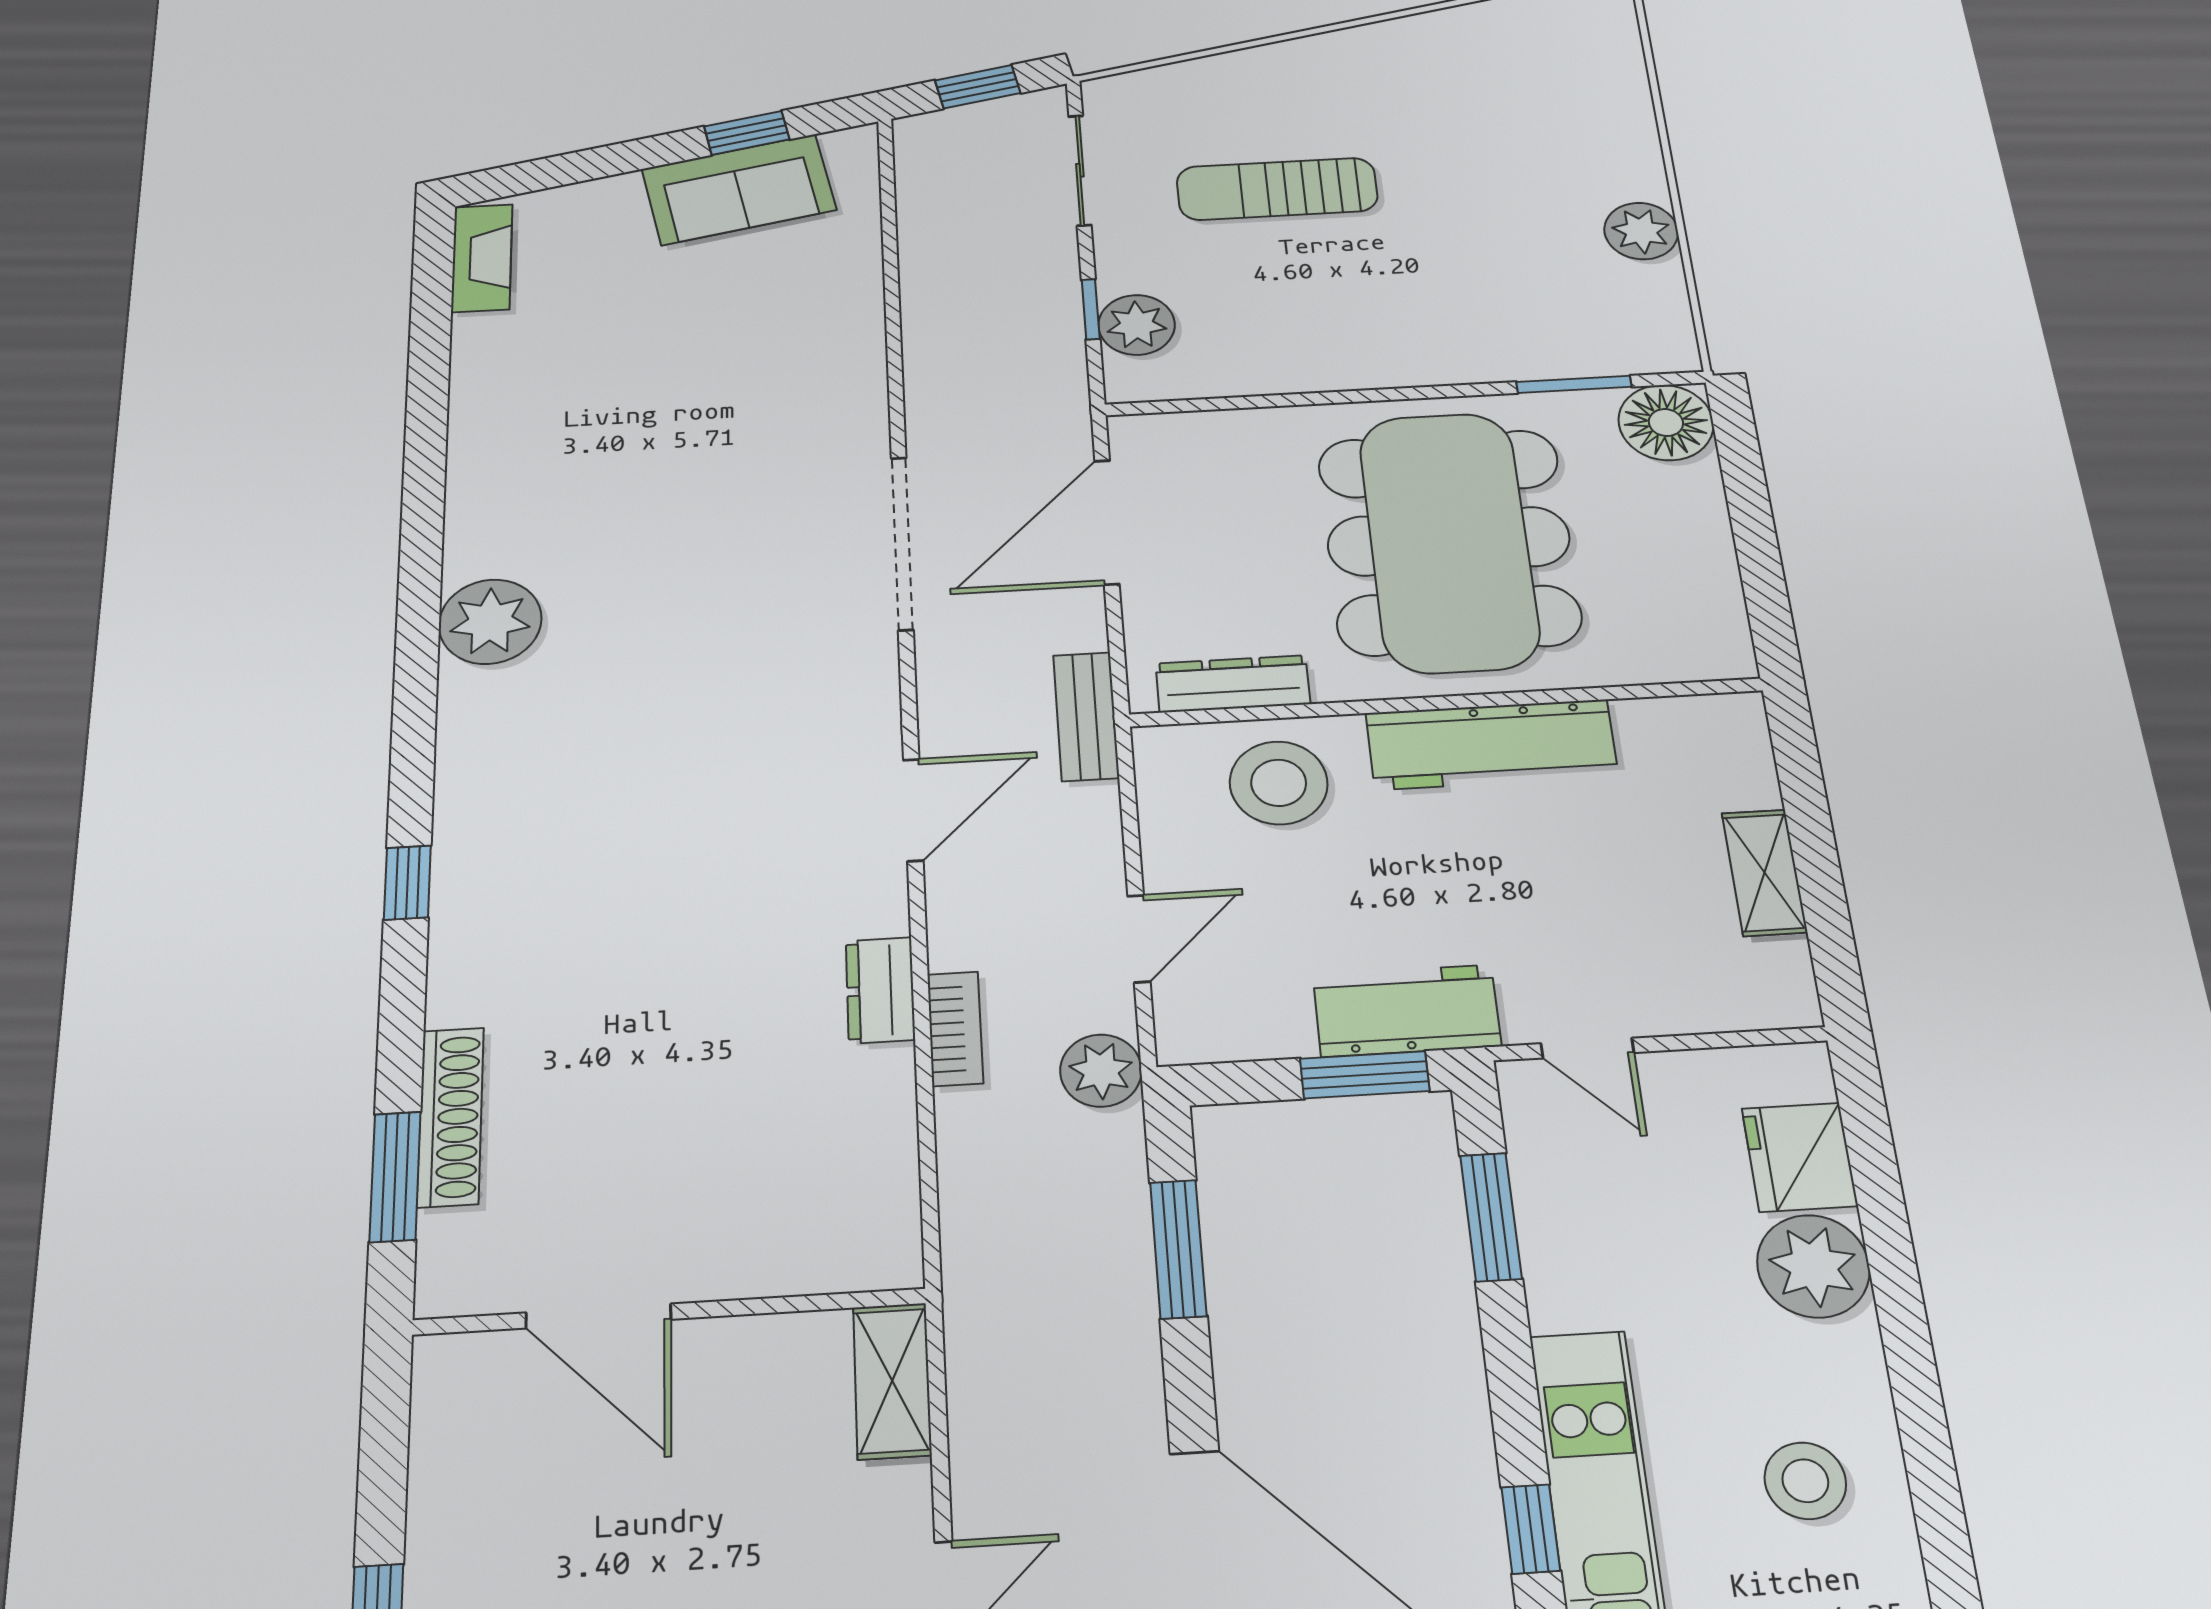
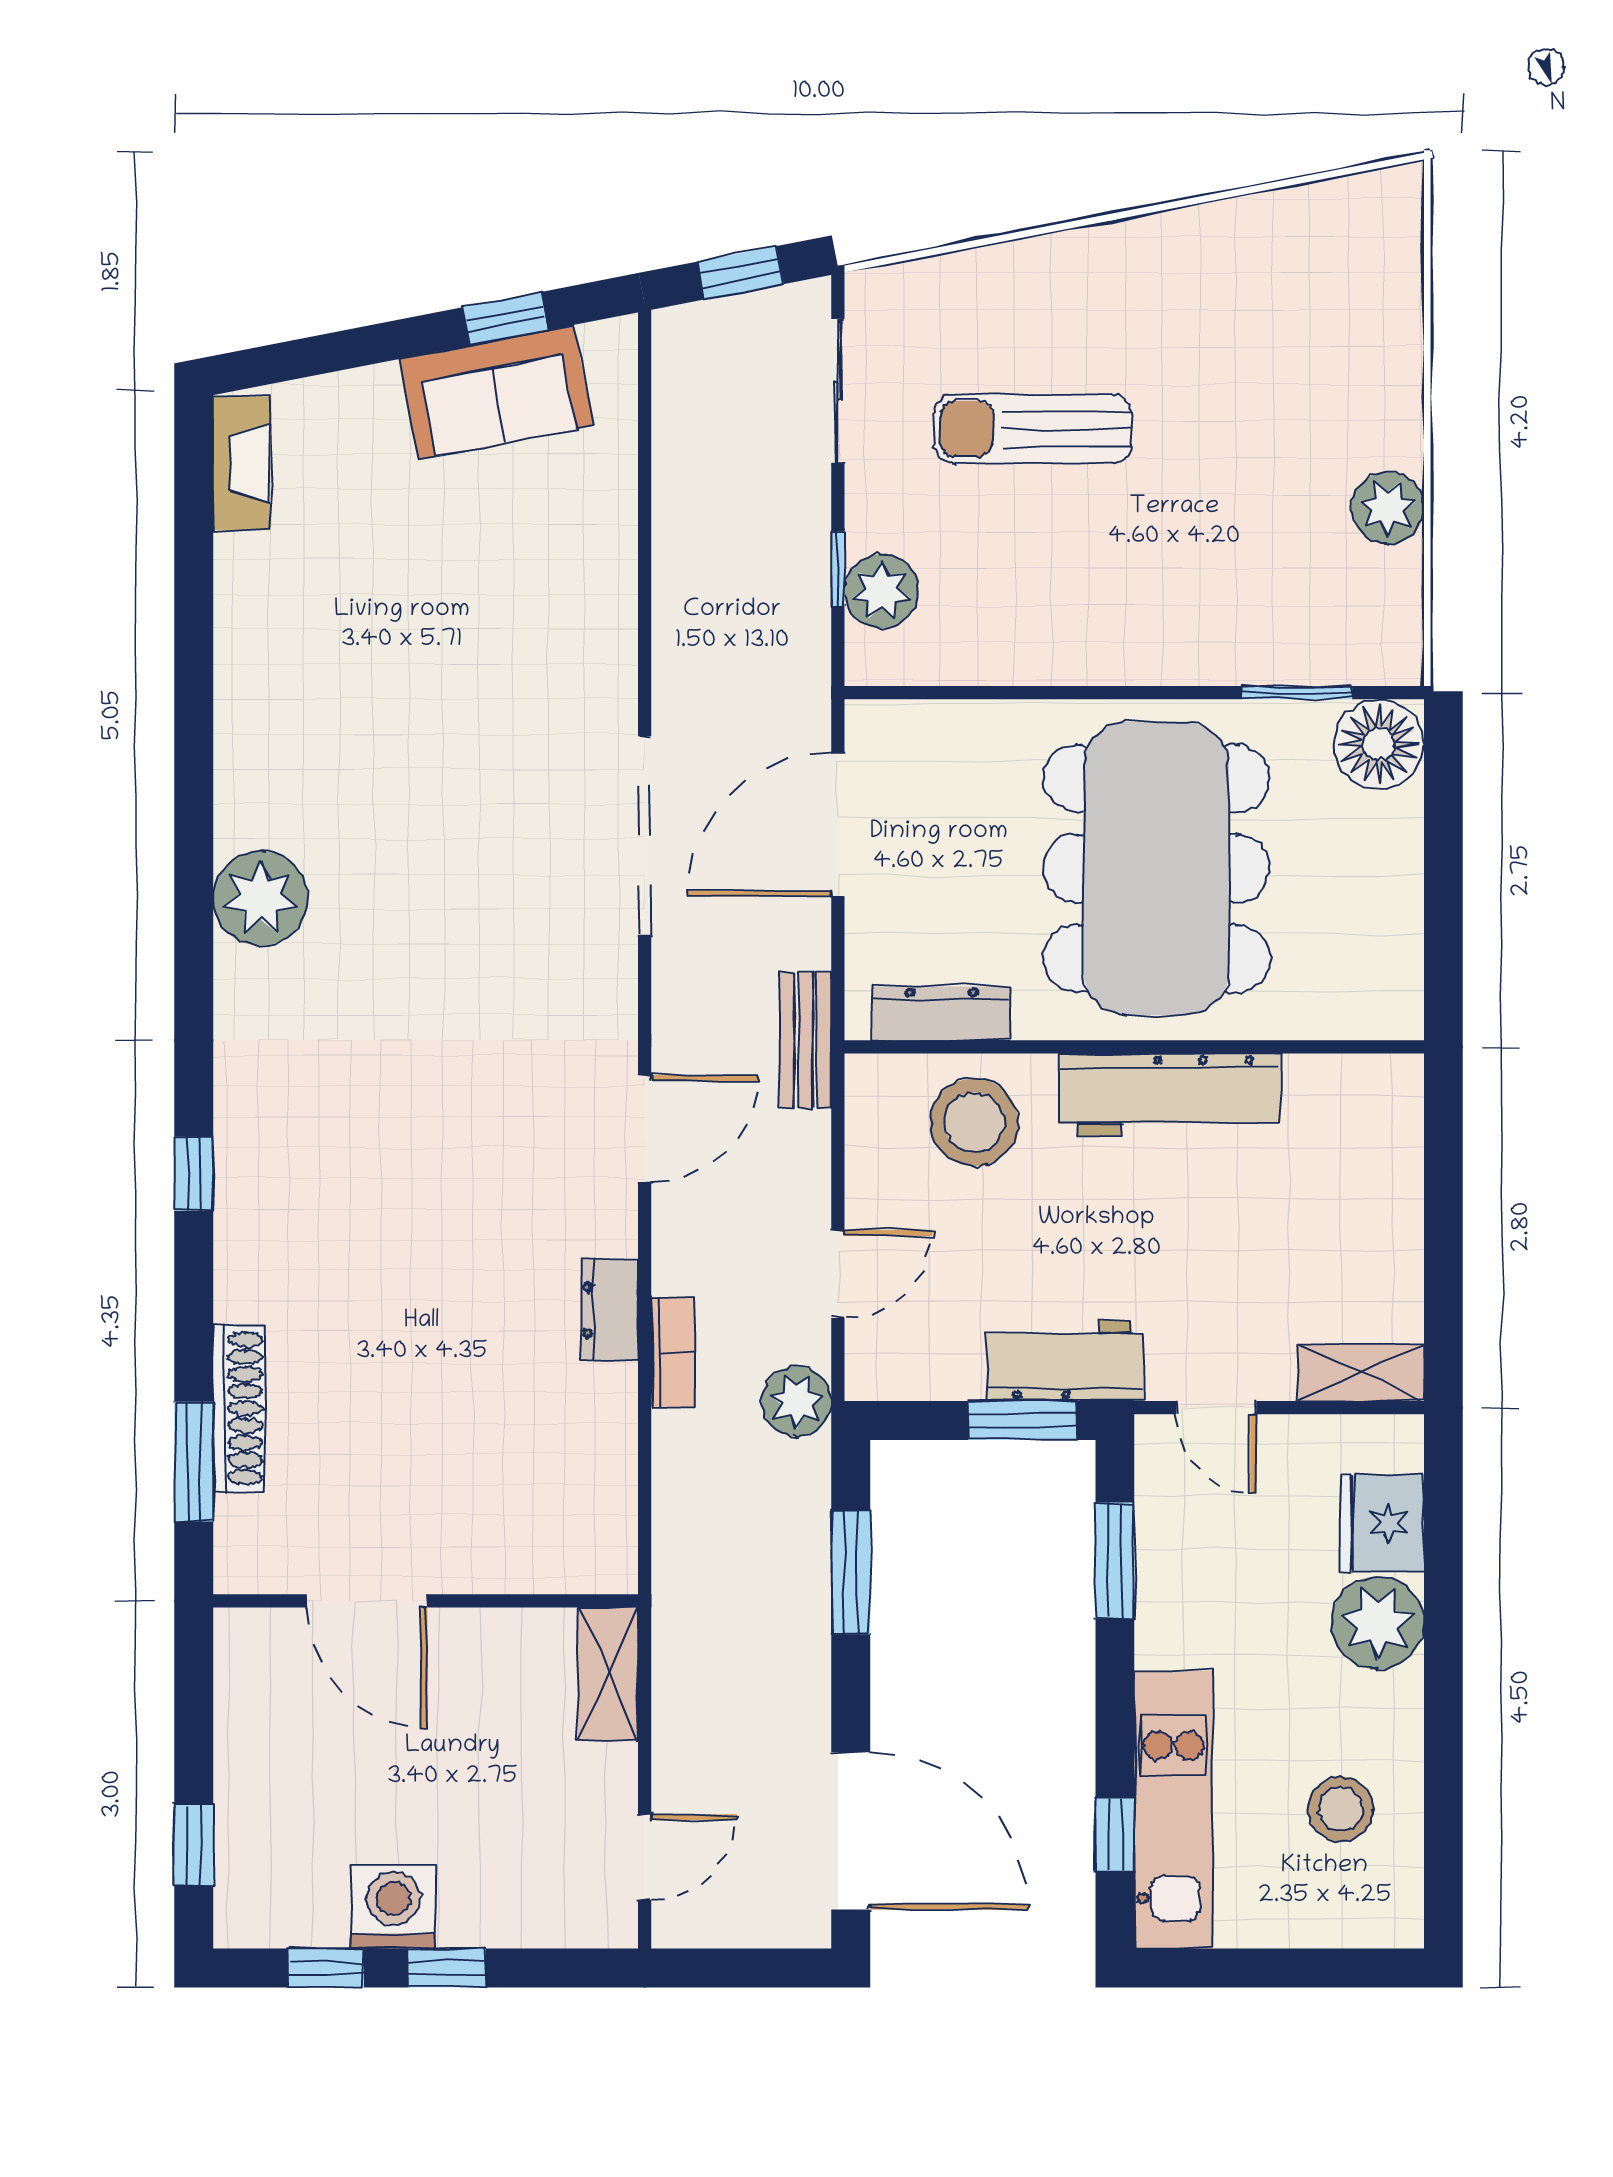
shelving: (1764, 873) -> (1361, 1373), moved, turned 90

